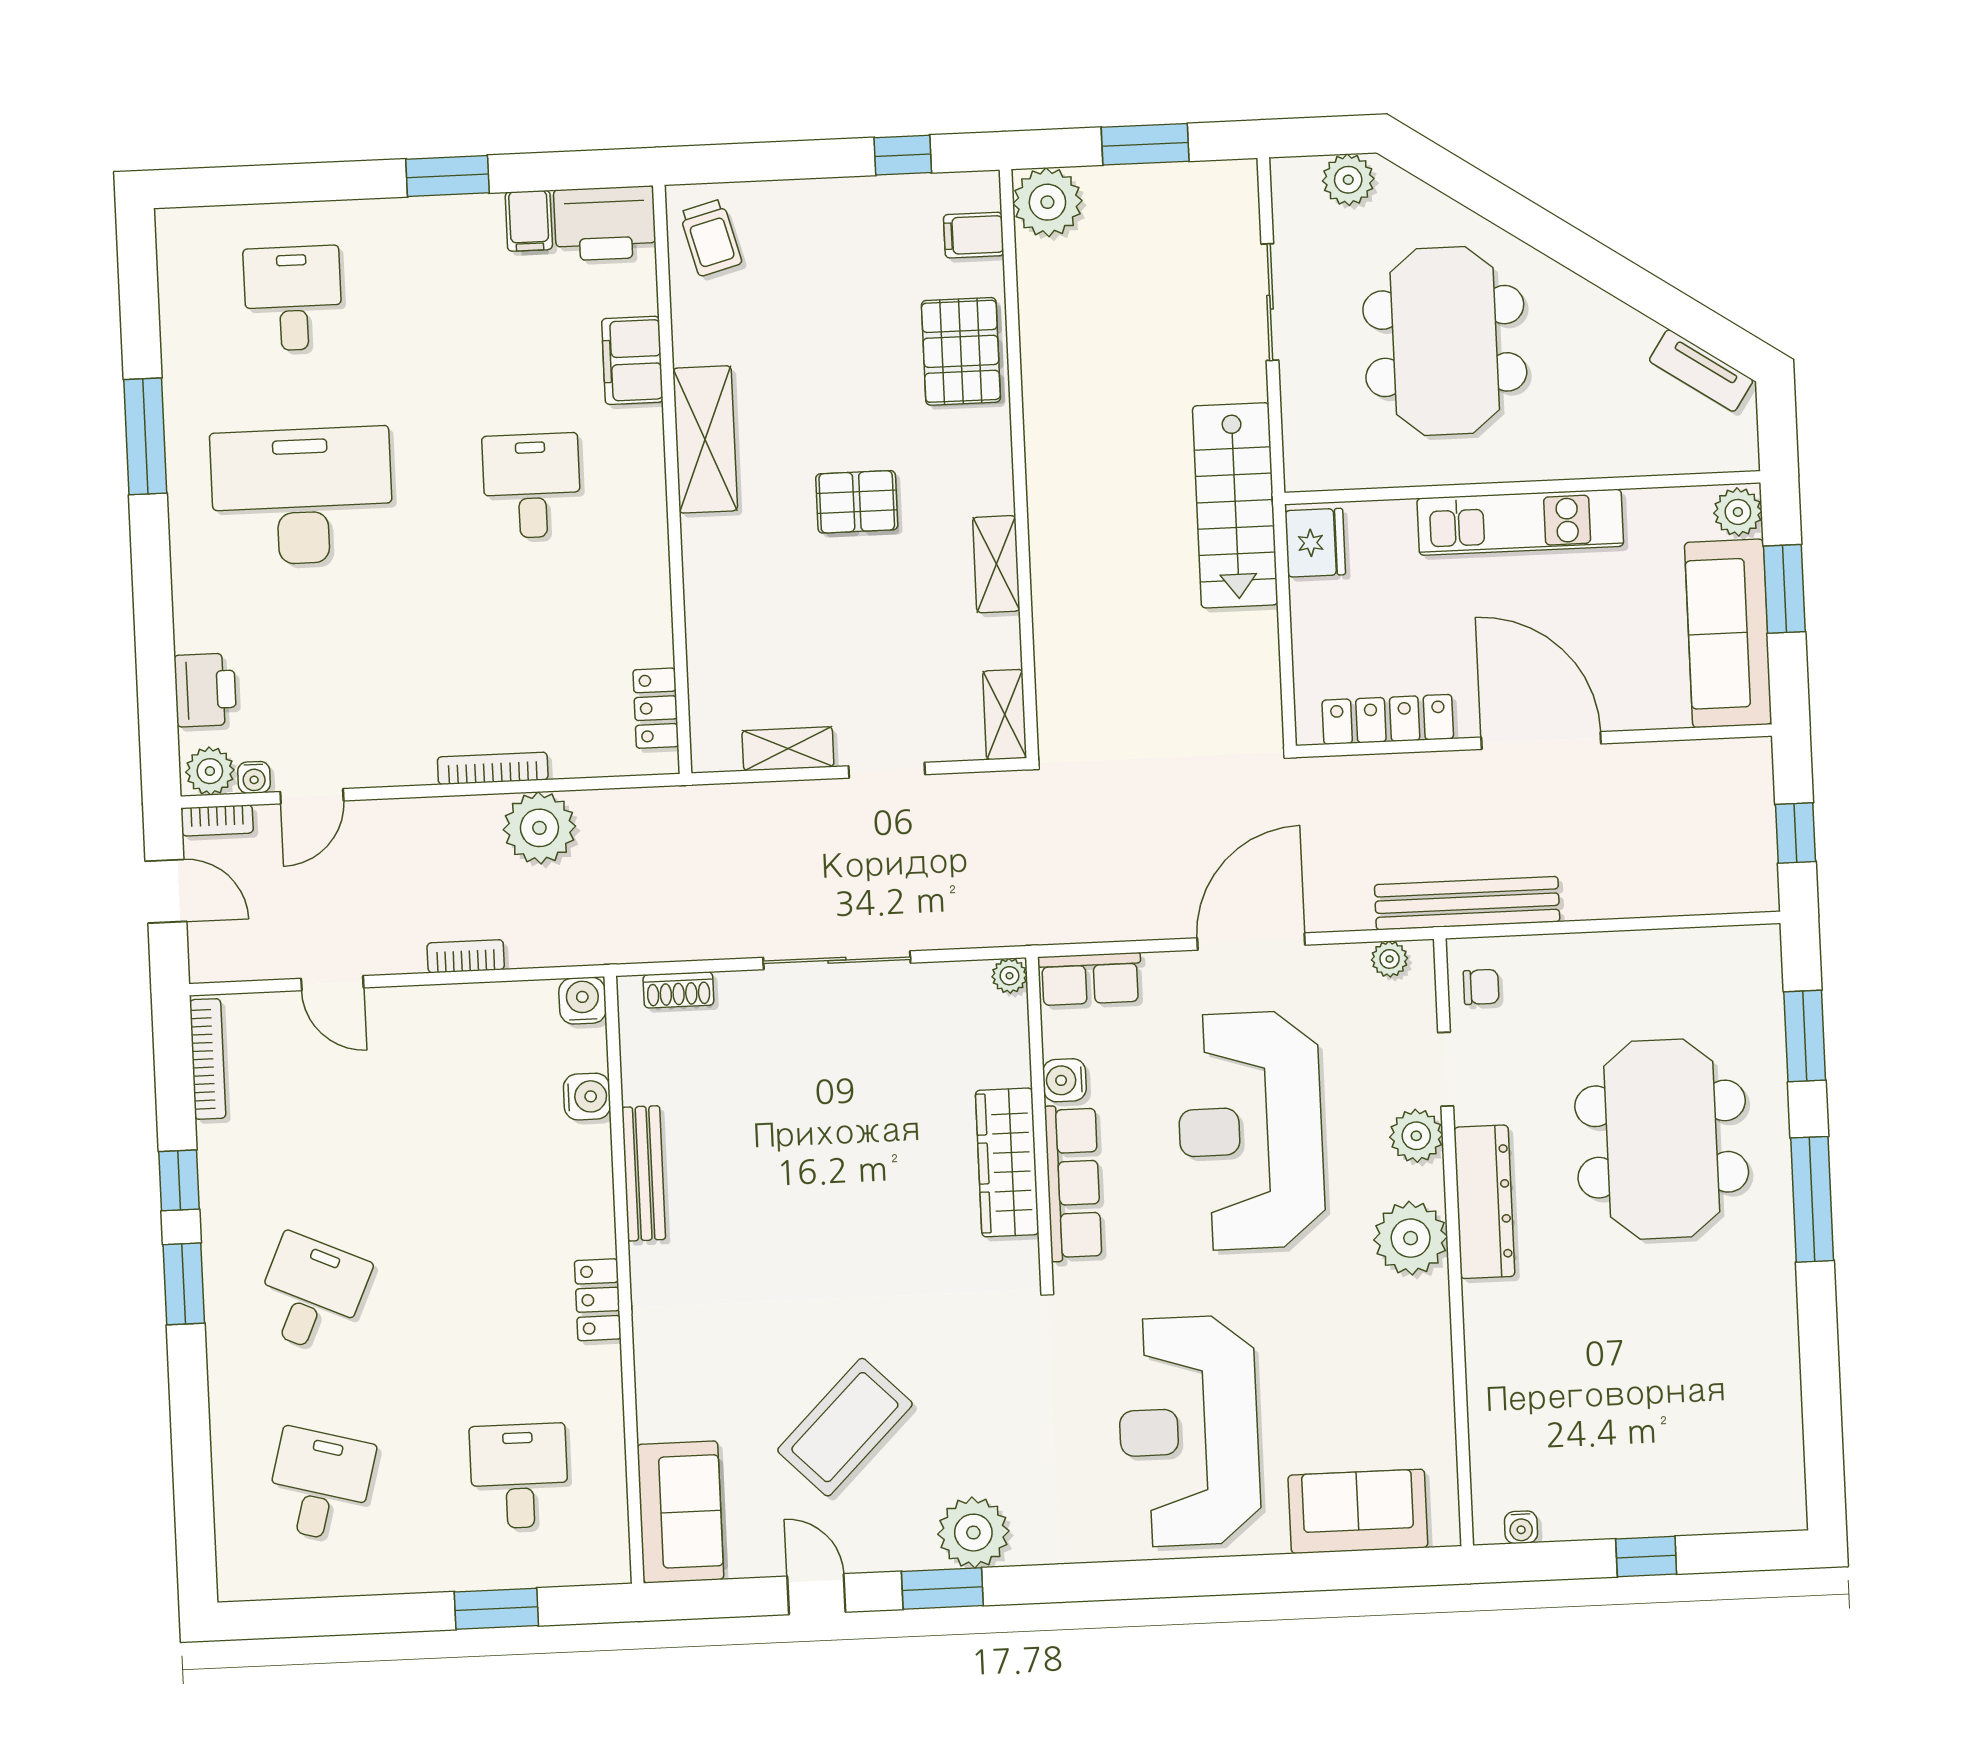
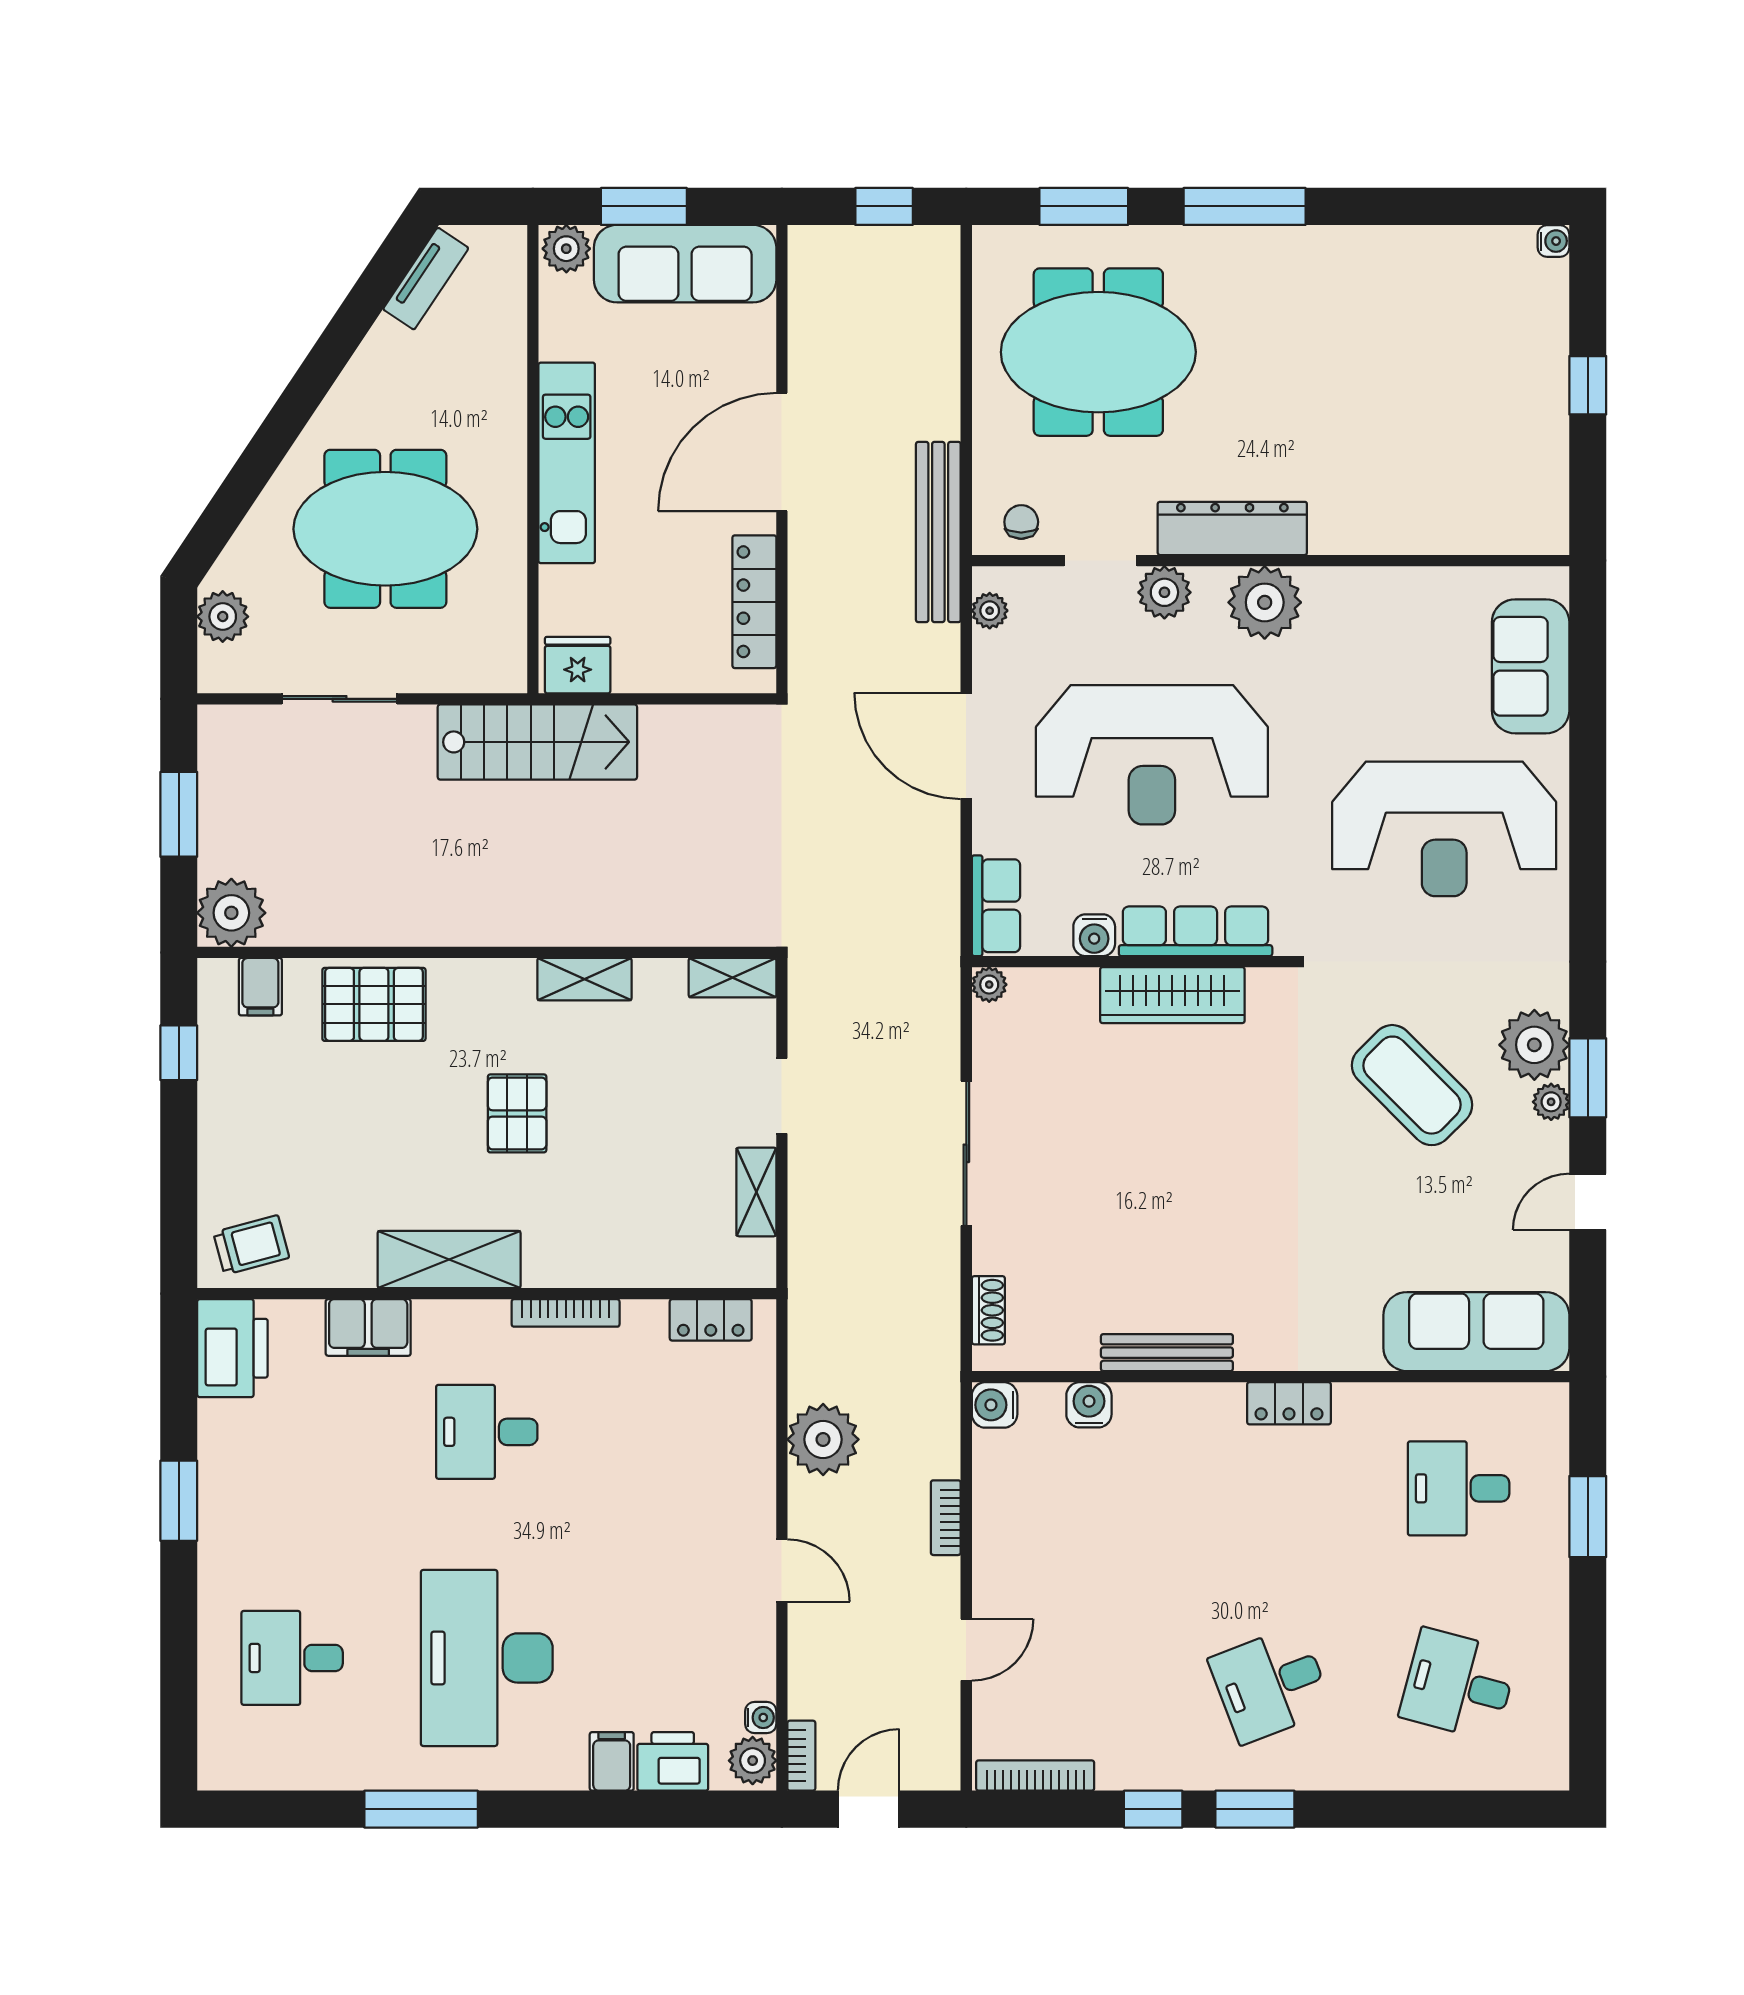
filing cabinet: (529, 221) -> (612, 1761), moved, turned -90
bookcase: (493, 768) -> (566, 1313), moved, turned -90
door: (312, 796) -> (782, 1571), moved
meeting table: (1662, 1139) -> (1098, 352), moved
desk: (311, 1294) -> (1271, 1684), turned -45
coffee table: (845, 1427) -> (1412, 1085), moved
sofa: (680, 1512) -> (1476, 1332), width x1.36
water cooler: (1521, 1527) -> (1554, 241), moved
plant: (916, 1552) -> (1551, 1102), added

